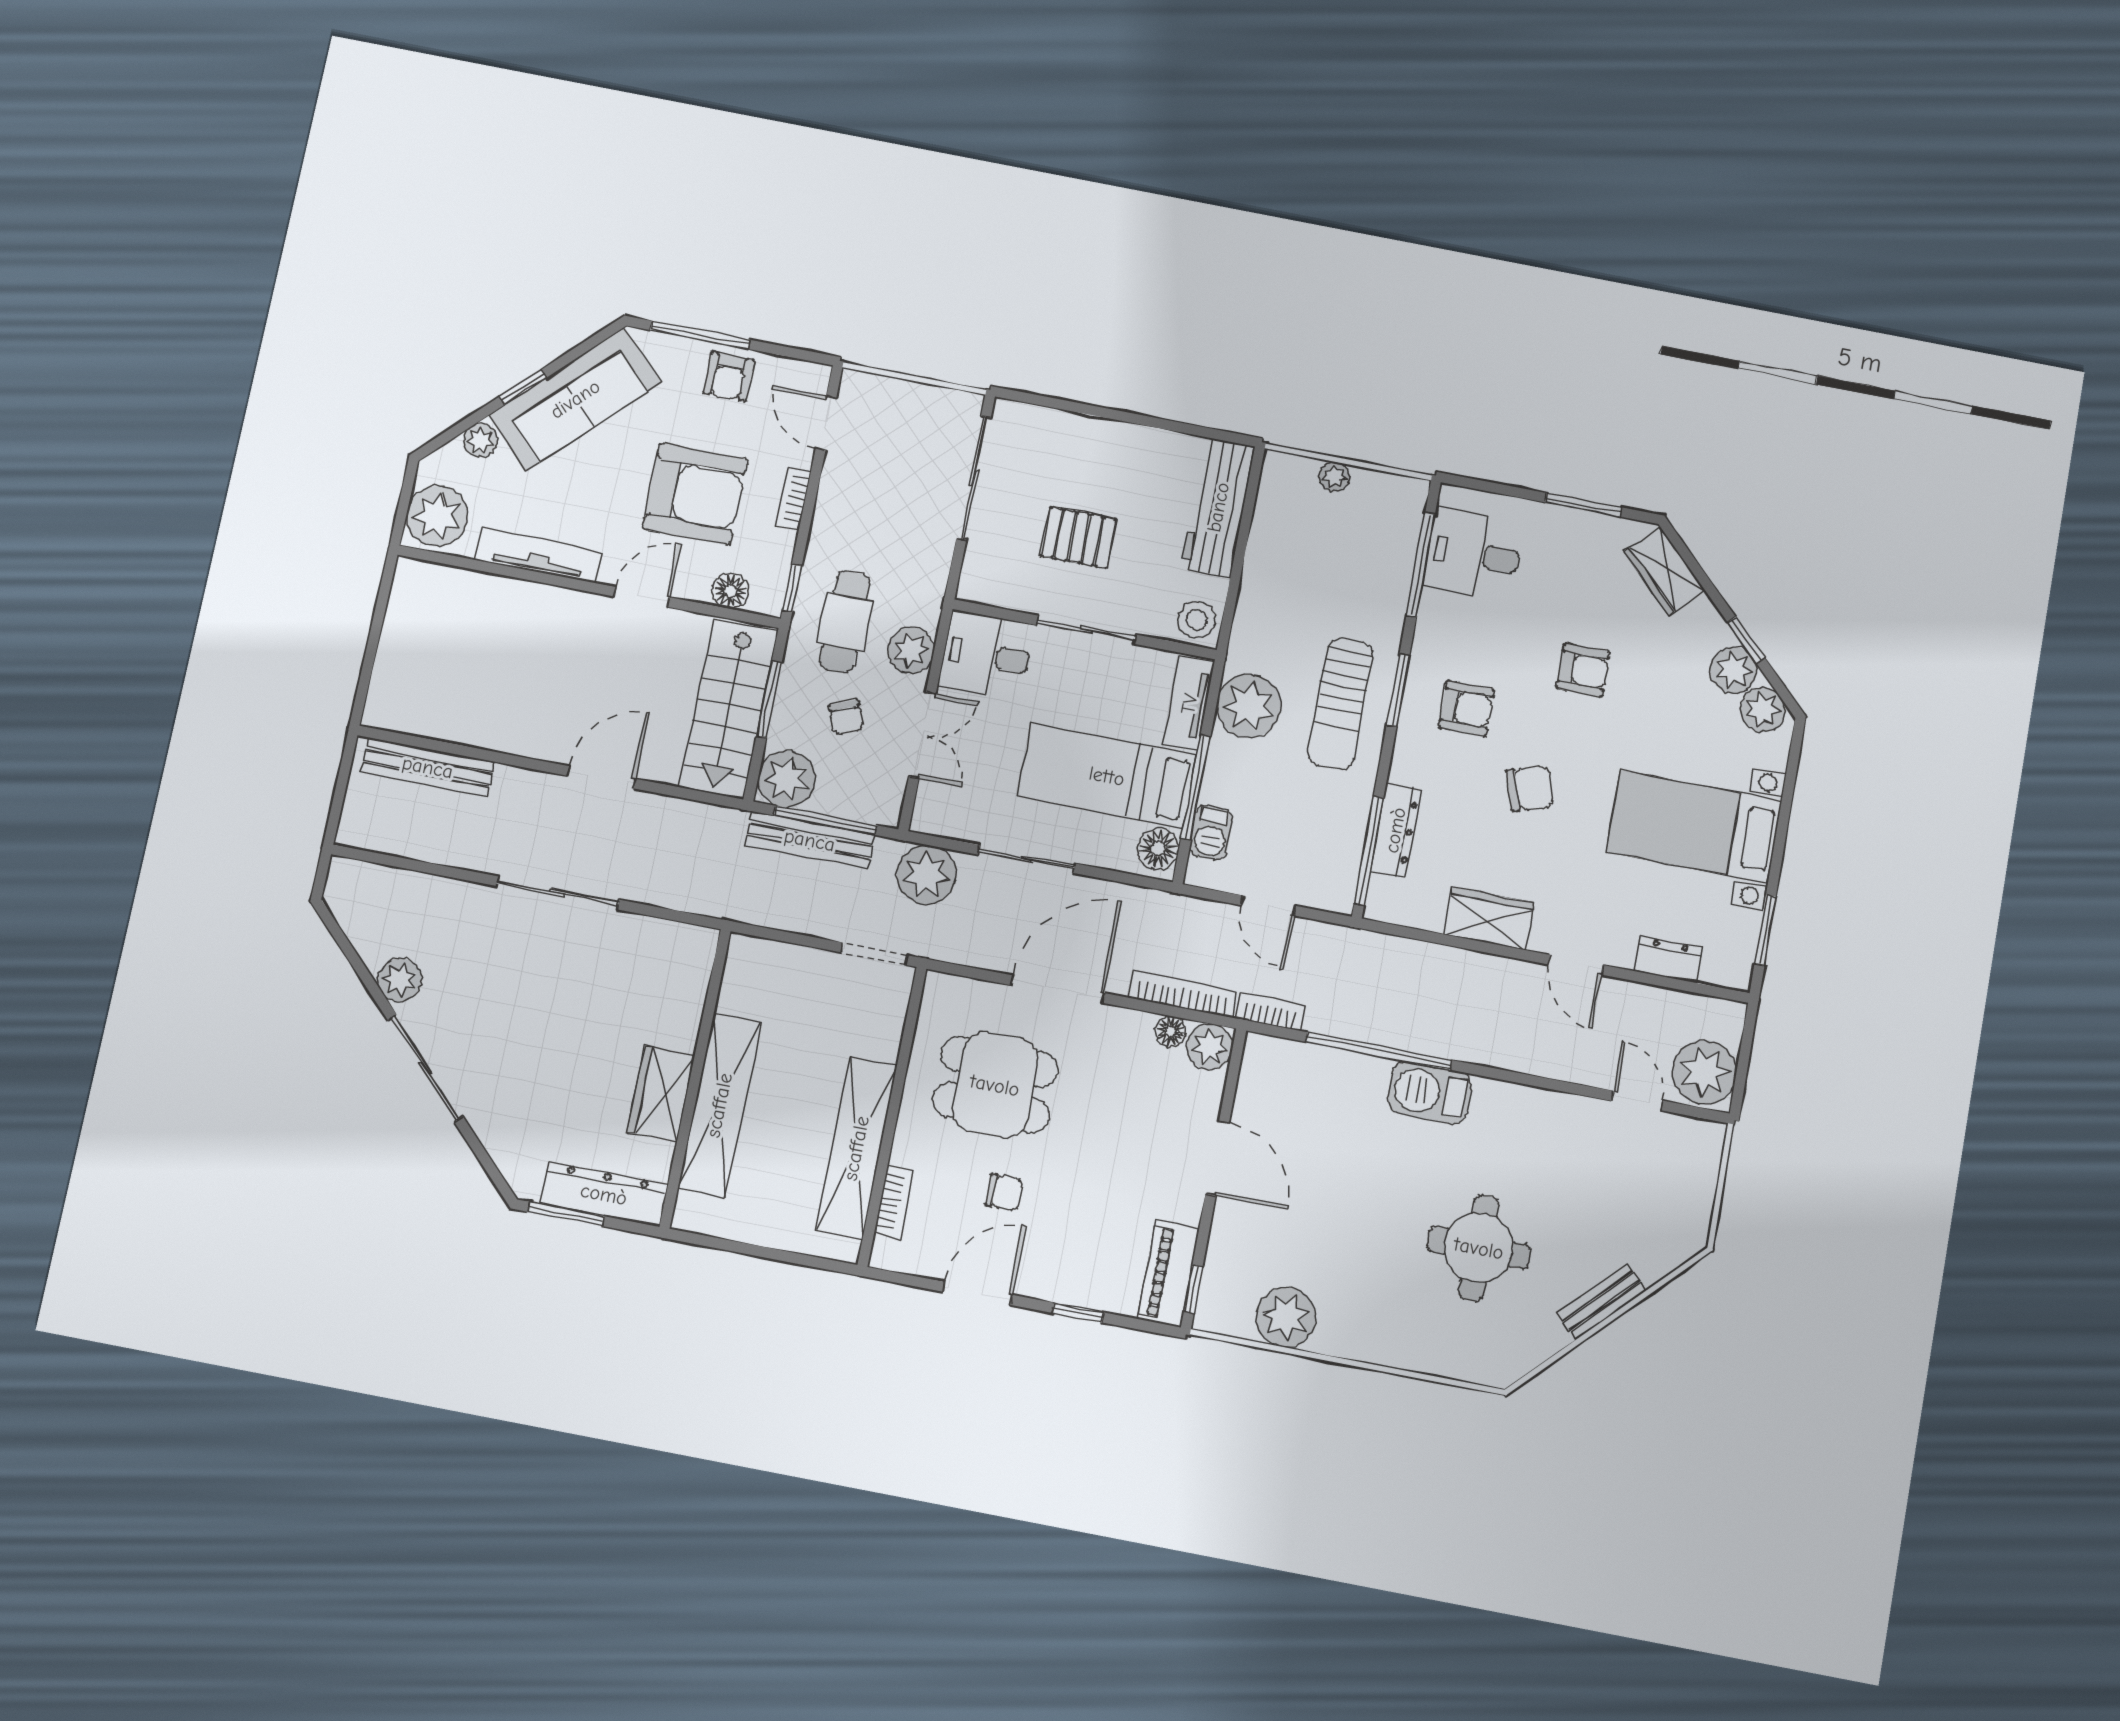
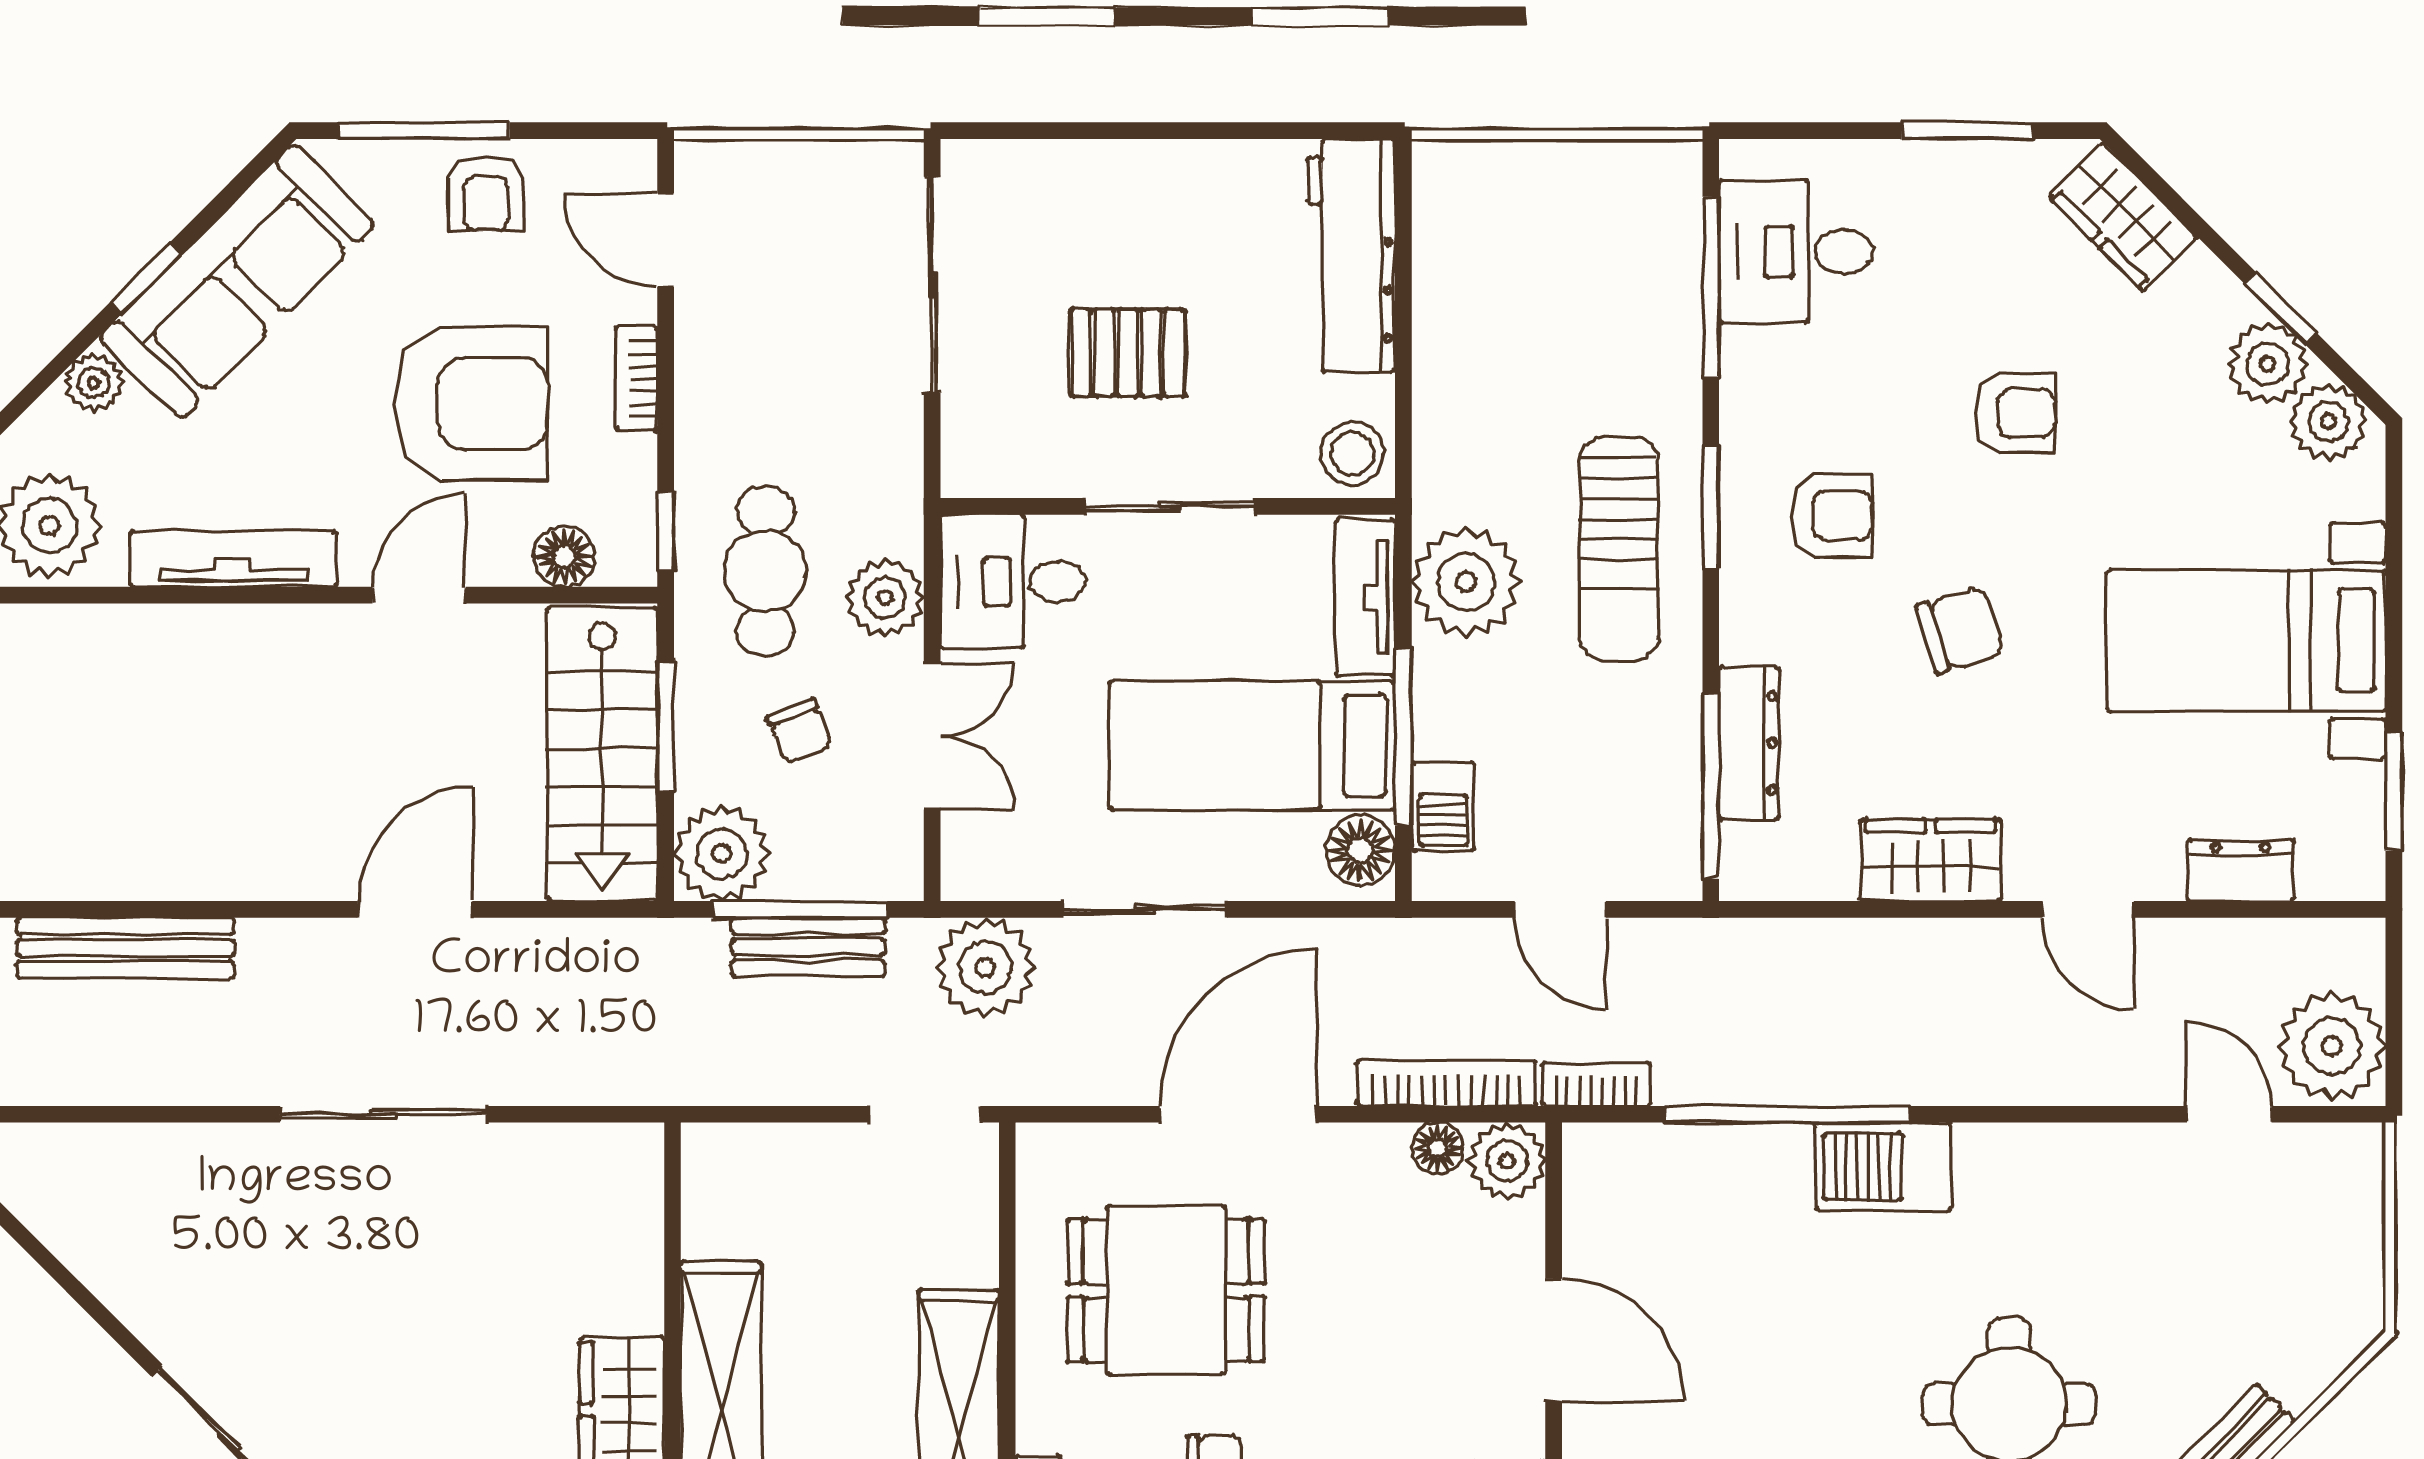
plant: (1334, 477) -> (1538, 165), removed
bench: (810, 840) -> (808, 947), width x0.73
plant: (400, 980) -> (155, 1306), removed

